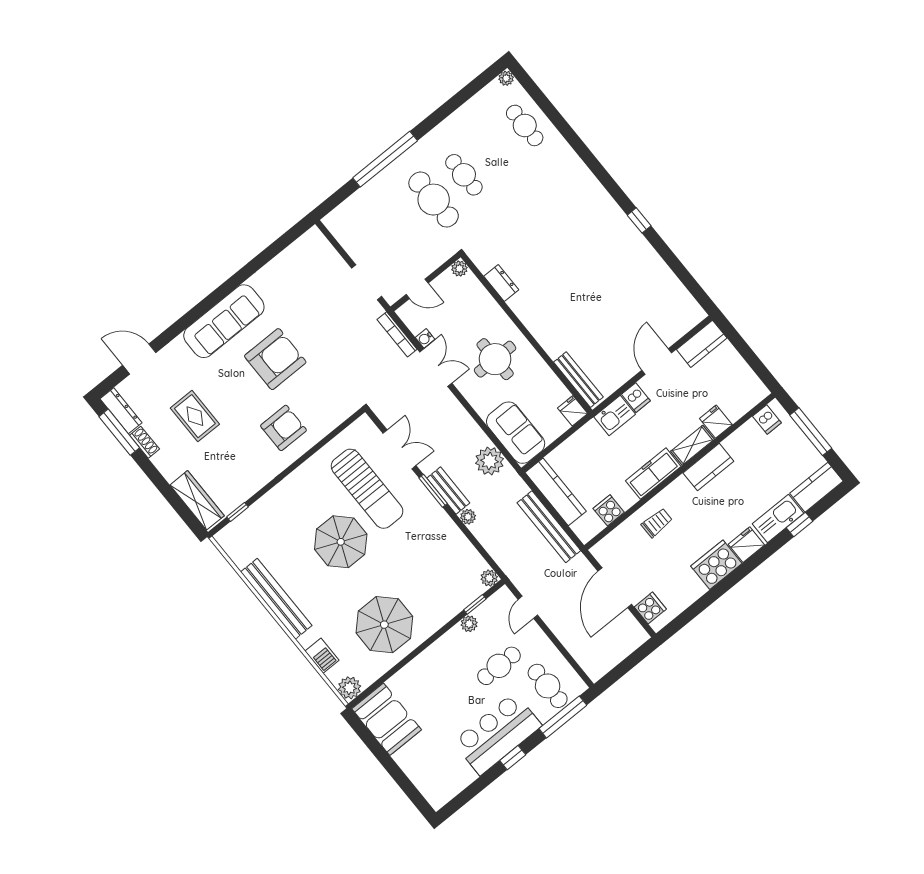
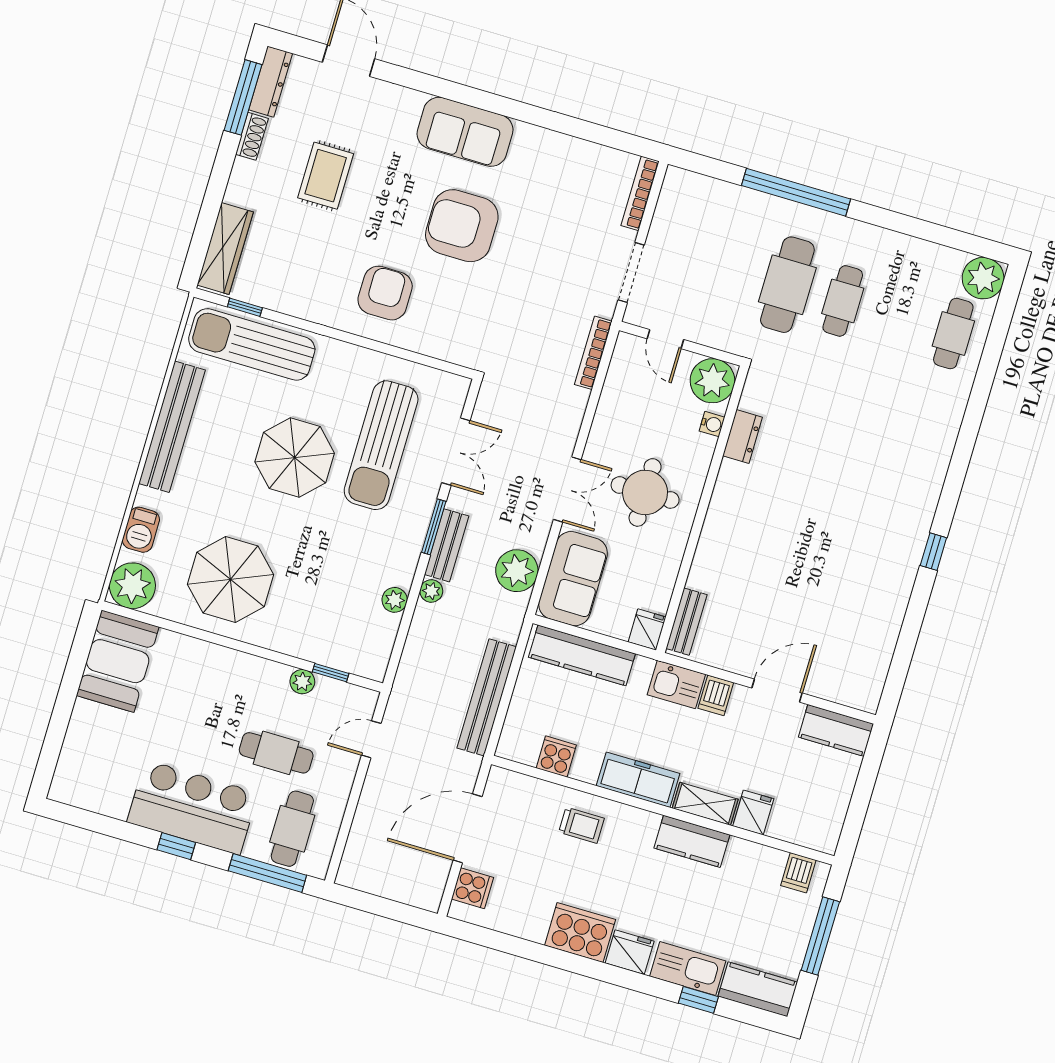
plant: (506, 78) -> (983, 278), width x1.87, depth x1.87
bookcase: (326, 247) -> (640, 193), added
plant: (459, 269) -> (712, 381), width x1.87, depth x1.87
sofa: (224, 321) -> (465, 132), width x0.73
water cooler: (425, 338) -> (712, 424), moved, turned 180
armchair: (275, 359) -> (462, 226), turned 180
double door: (436, 367) -> (567, 489), moved
bench: (578, 380) -> (687, 622), width x0.73
armchair: (283, 428) -> (385, 293), turned -90
kitchen counter: (556, 492) -> (582, 655), moved, turned 90
sun lounger: (261, 522) -> (252, 344), added
plant: (489, 578) -> (395, 600), moved
plant: (349, 688) -> (132, 586), width x1.36, depth x1.36

